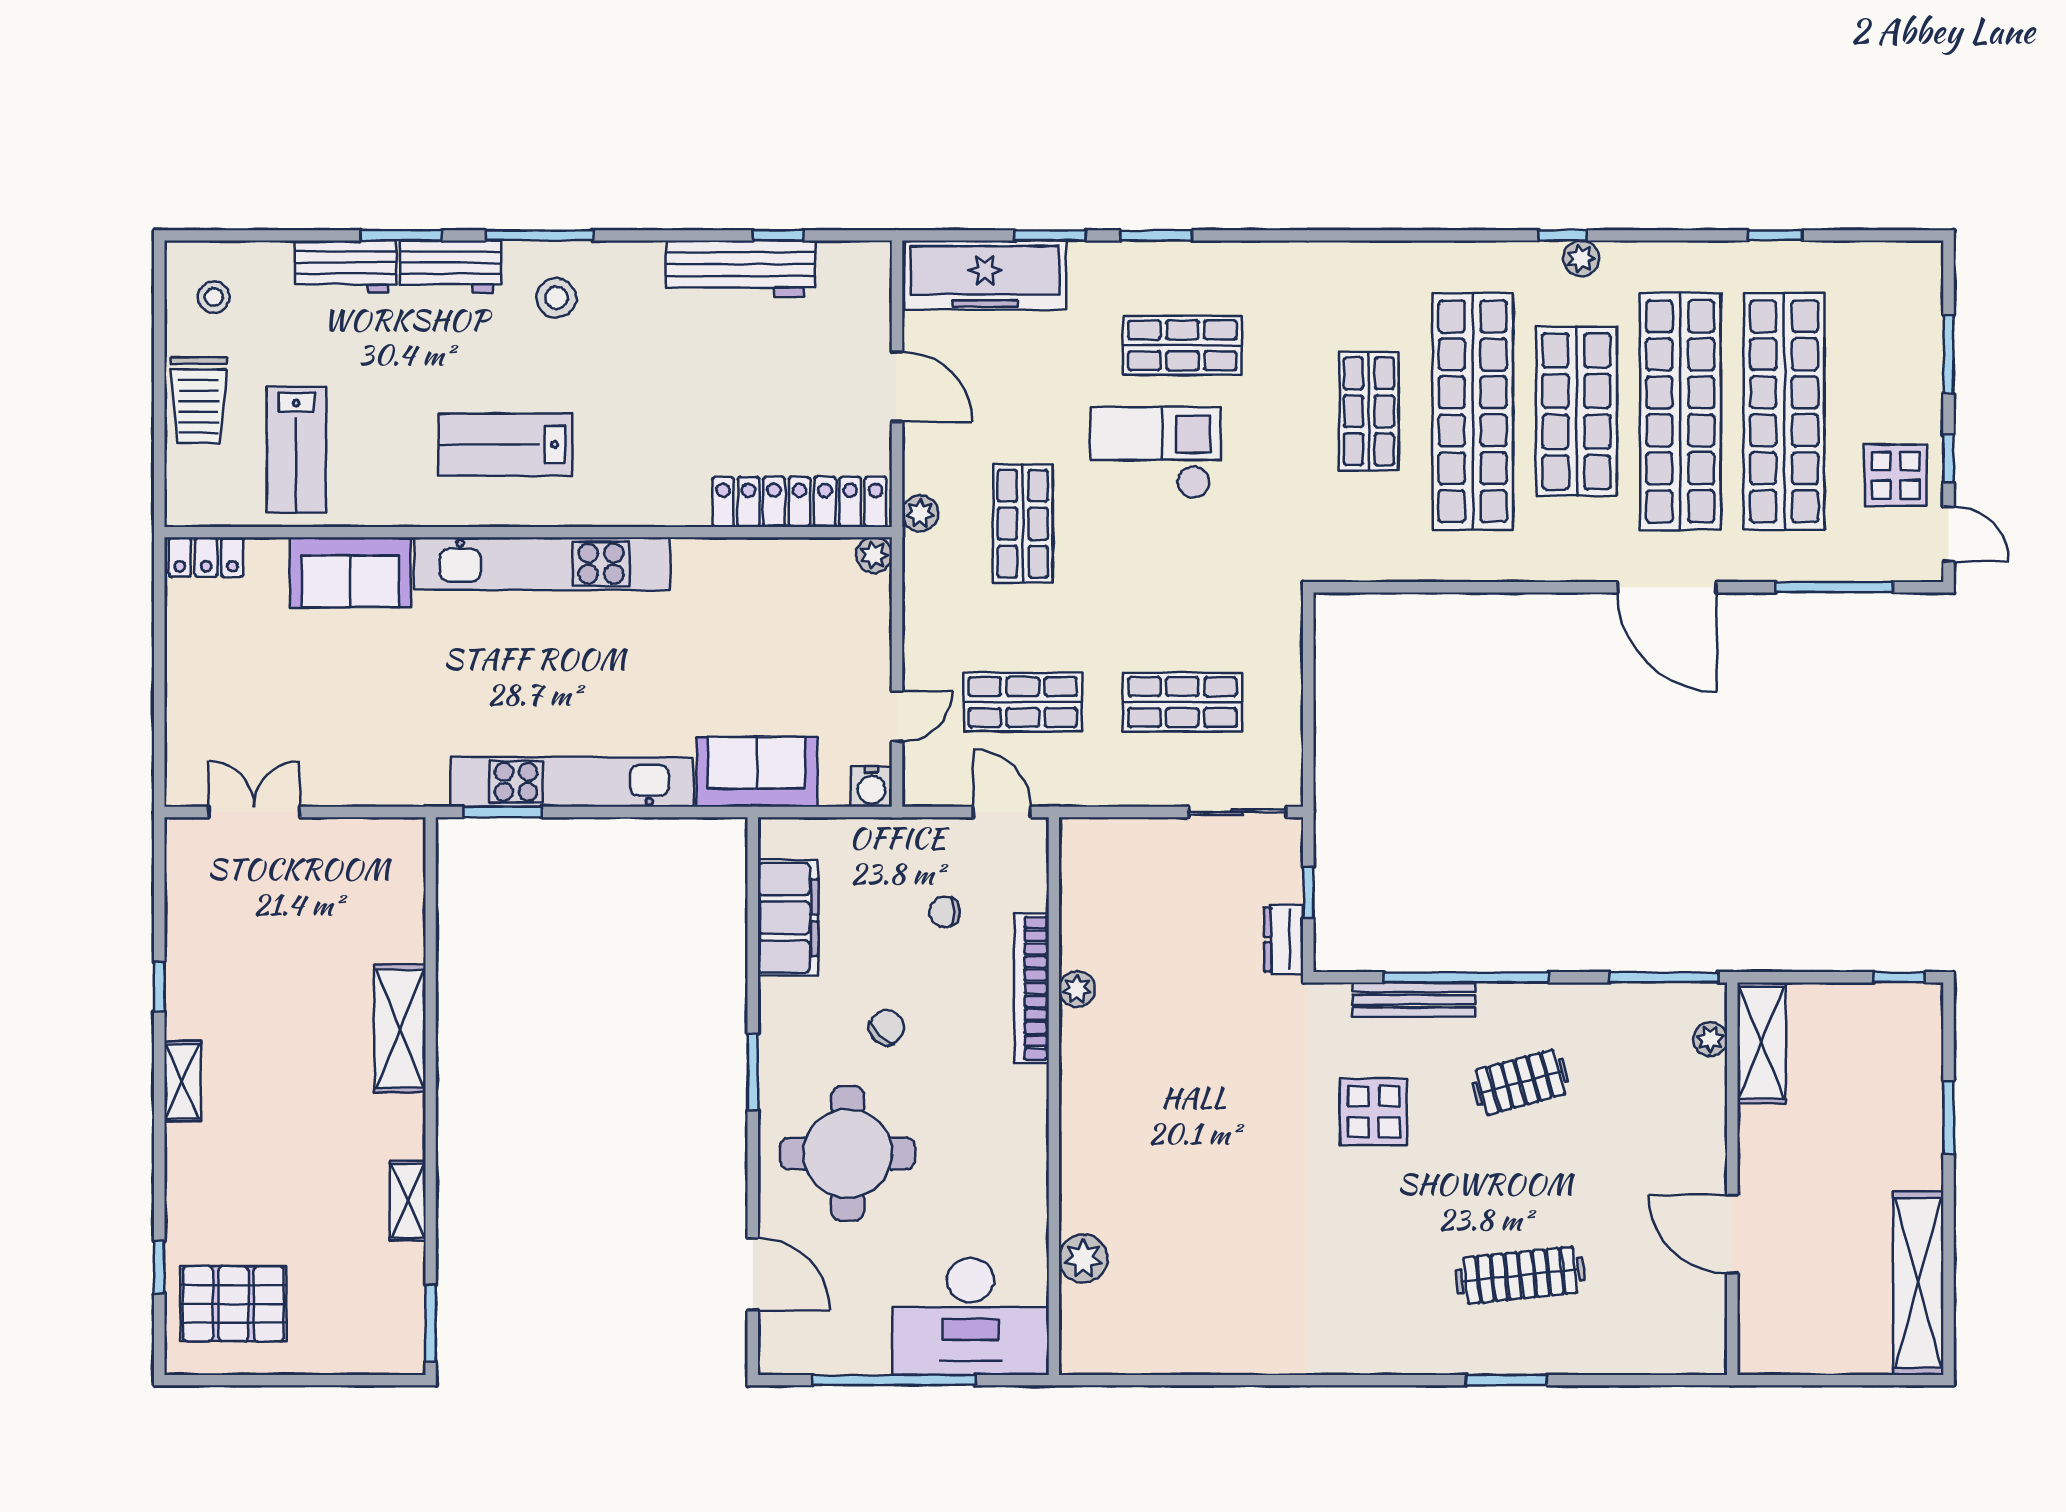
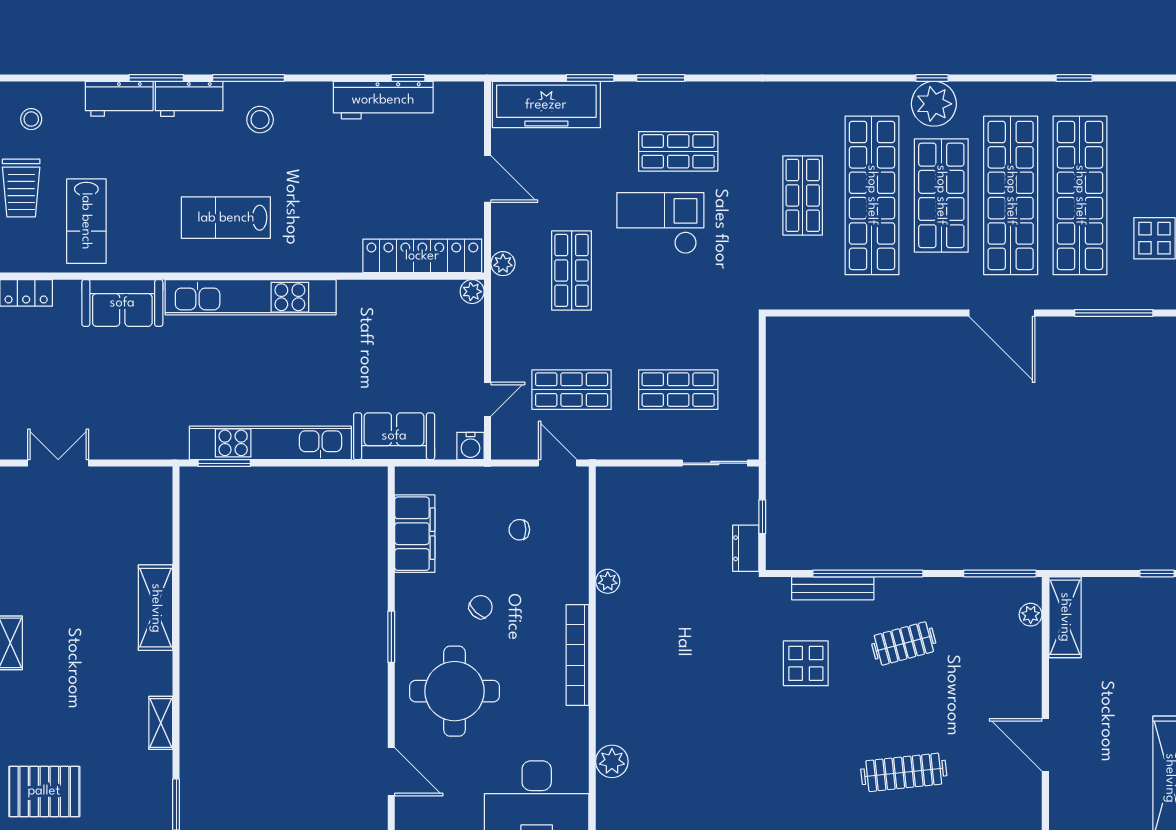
plant: (1581, 258) -> (934, 104), width x1.87, depth x1.87
bookcase: (1032, 988) -> (577, 655), moved

